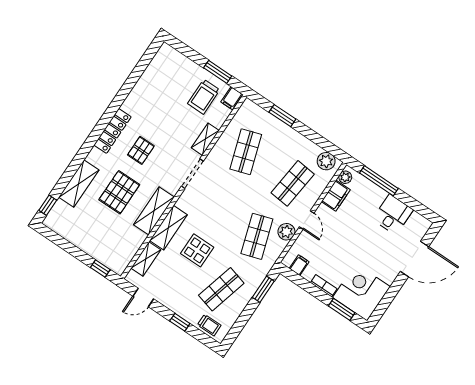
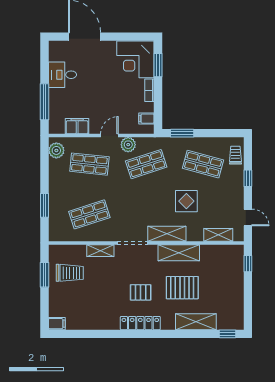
filing cabinet: (232, 98) -> (57, 324), moved
plant: (345, 177) -> (59, 128), removed
shelving: (168, 228) -> (167, 234), moved

